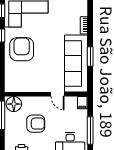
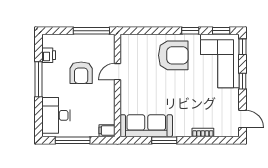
sofa: (76, 63) -> (146, 126), width x0.74, depth x0.79
door: (58, 94) -> (118, 72), moved
floor lamp: (14, 104) -> (105, 46), removed

